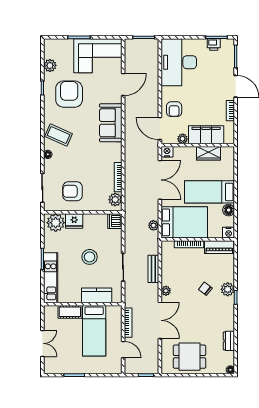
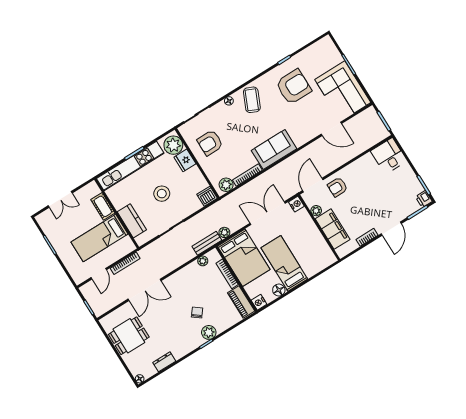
printer: (214, 44) -> (424, 199), moved
desk: (179, 62) -> (389, 156), width x0.53, depth x0.77
plant: (50, 65) -> (308, 54), removed
sofa: (111, 123) -> (274, 150), moved
wardrobe: (209, 153) -> (318, 241), removed
double door: (160, 180) -> (268, 213), swing flipped
armchair: (73, 191) -> (210, 143), turned -90
bench: (153, 269) -> (207, 243), moved
kitchen unit: (51, 278) -> (130, 166), width x1.36
plant: (166, 291) -> (203, 261), moved
dining table: (189, 357) -> (129, 336), turned 90

